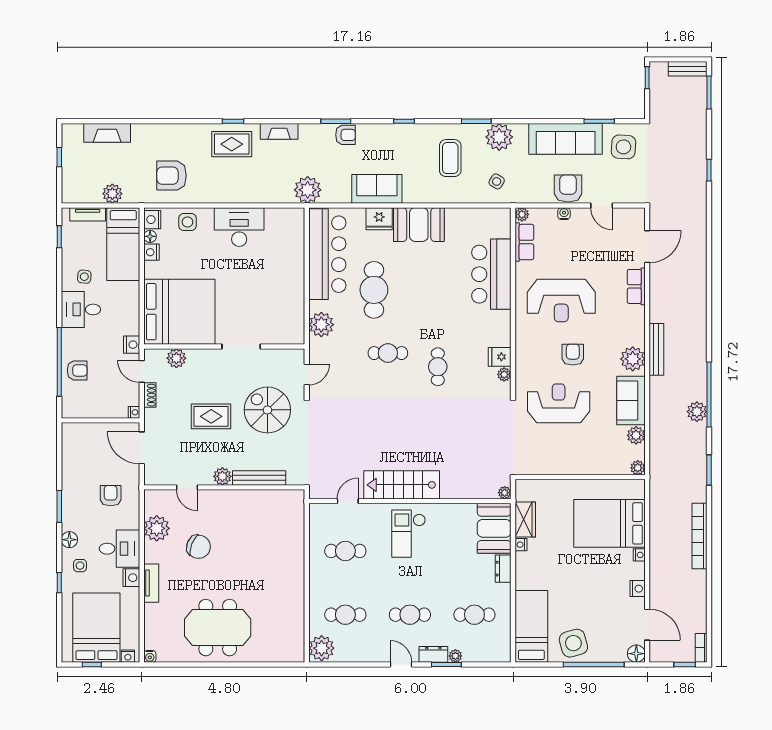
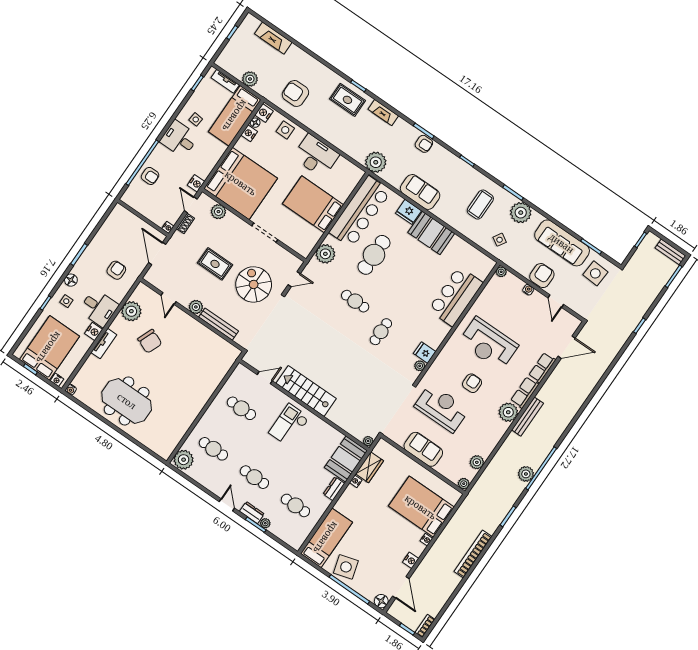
row of seats: (524, 242) -> (525, 393), moved, turned 180
bed: (272, 281) -> (313, 204), added
sofa: (631, 401) -> (423, 449), moved, turned 90

